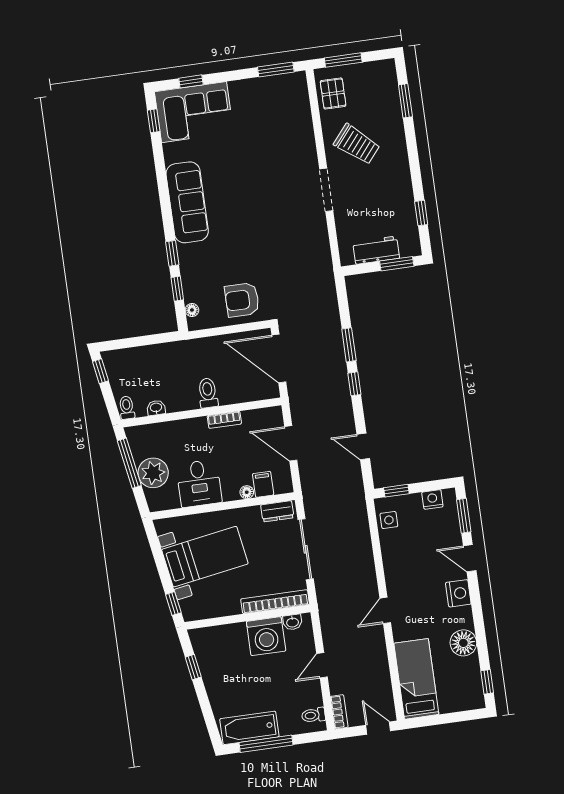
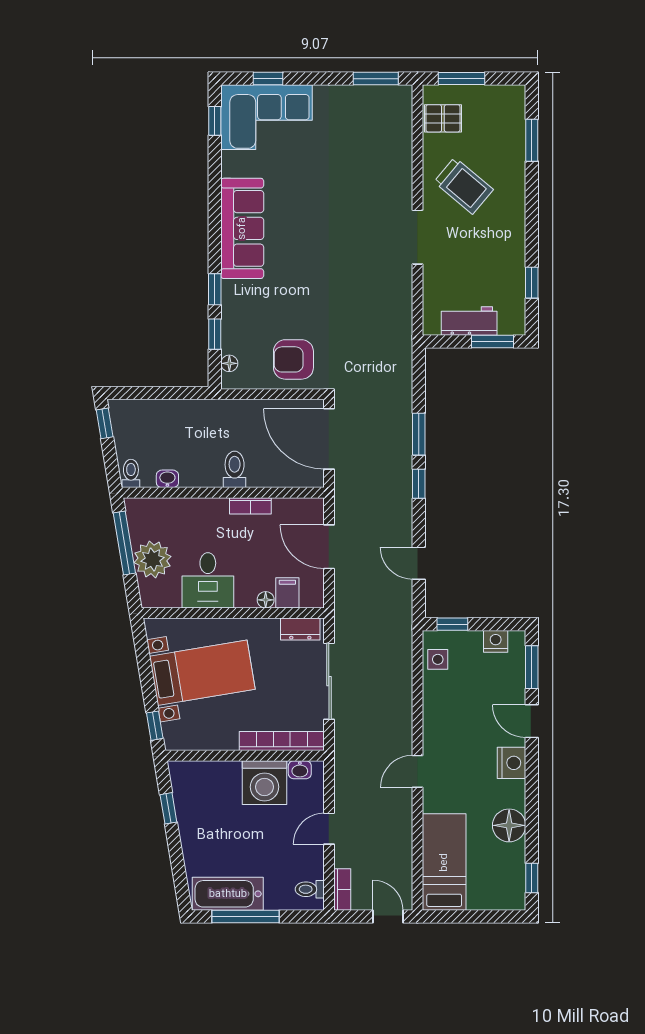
pallet: (333, 93) -> (443, 118), turned 90

